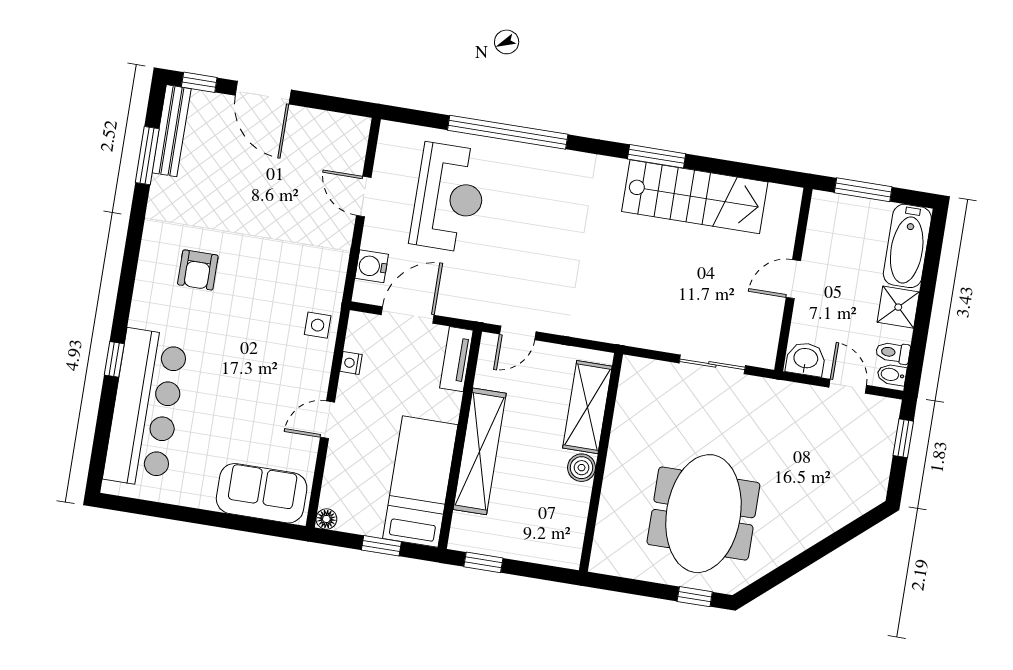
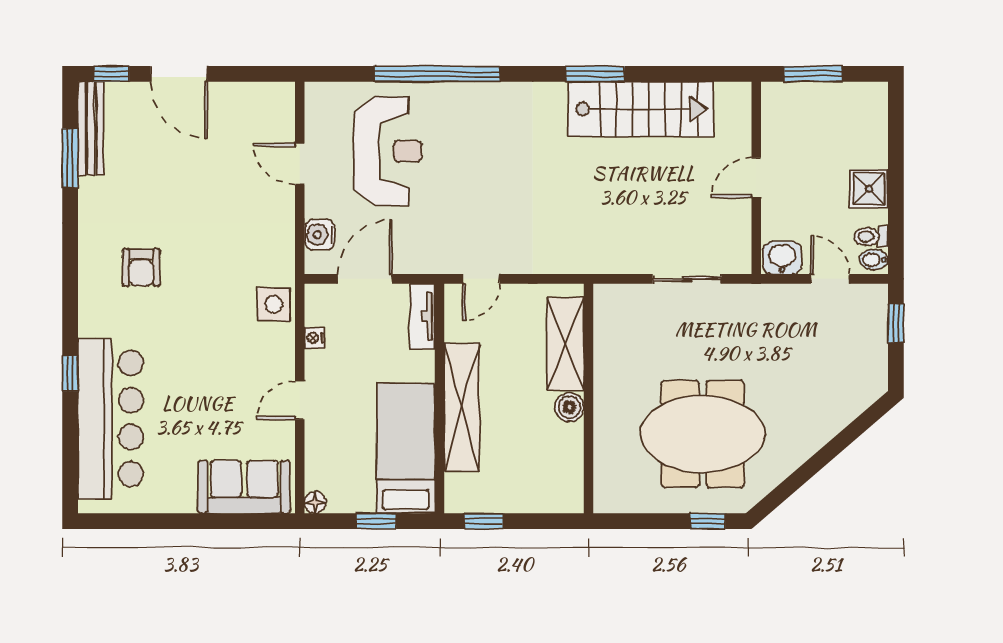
bathtub: (907, 246) -> (868, 124), removed
side table: (318, 325) -> (274, 304), width x1.37, depth x1.37
meeting table: (703, 514) -> (703, 434), turned 90

